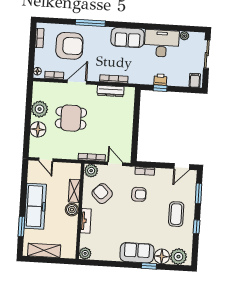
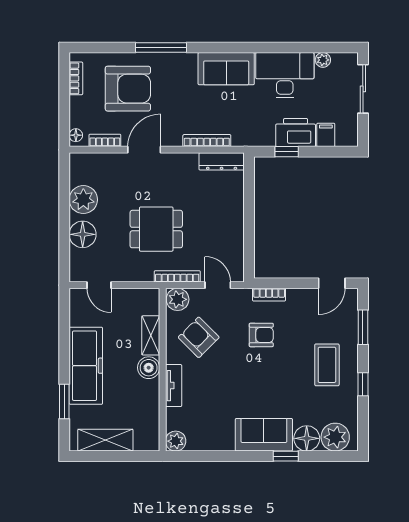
printer: (160, 80) -> (296, 132), width x1.87, depth x1.48
filing cabinet: (195, 80) -> (326, 135), moved
dresser: (111, 91) -> (222, 161), moved
dining table: (71, 118) -> (156, 229), moved

